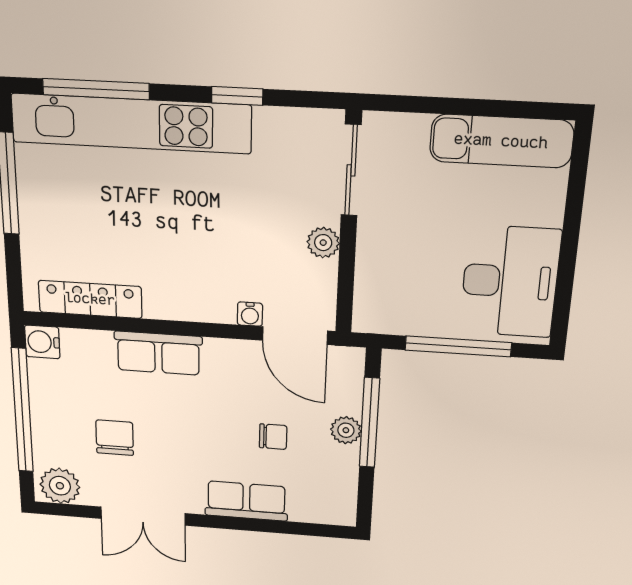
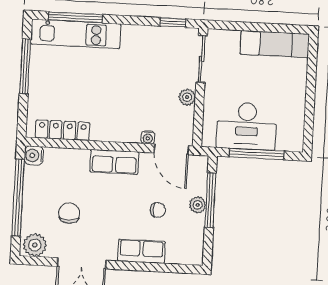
window: (237, 96) -> (173, 23), moved
kitchen unit: (131, 124) -> (76, 34), width x0.73
desk: (510, 282) -> (247, 126), moved, turned 90
row of seats: (158, 353) -> (114, 162), moved

